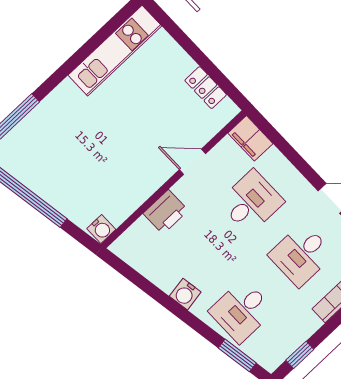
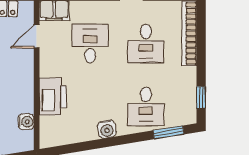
door: (193, 162) -> (37, 36), moved
printer: (166, 212) -> (53, 97), width x1.37, depth x1.19
water cooler: (101, 229) -> (26, 122), moved

